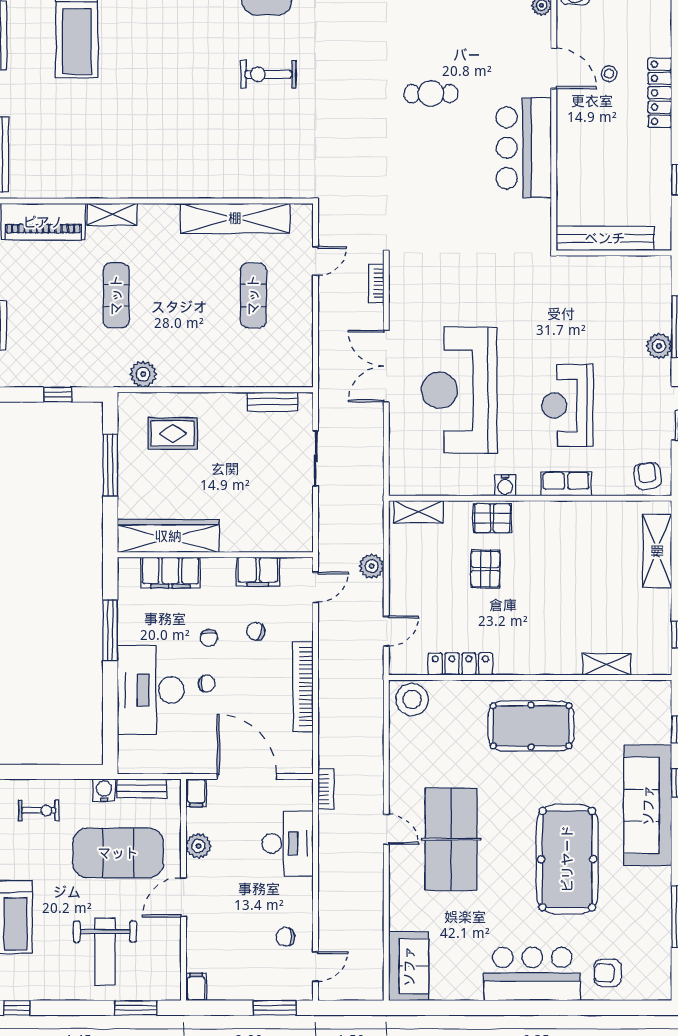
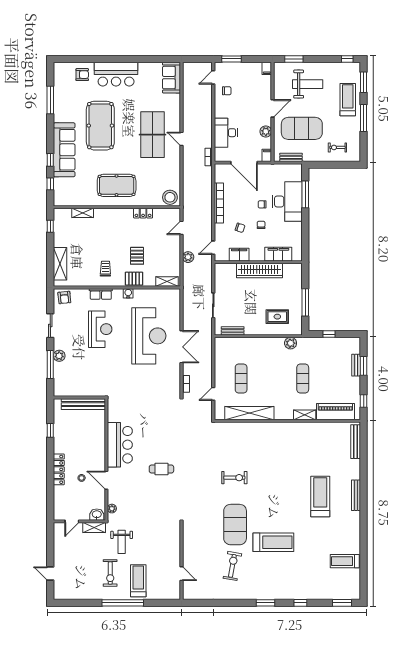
wardrobe: (168, 536) -> (260, 271), moved
trolley: (556, 540) -> (105, 269), added
window: (110, 630) -> (305, 194), moved
locker: (460, 664) -> (143, 213), width x0.66
water cooler: (104, 790) -> (308, 157), removed
weight bench: (105, 952) -> (308, 84), turned 90

